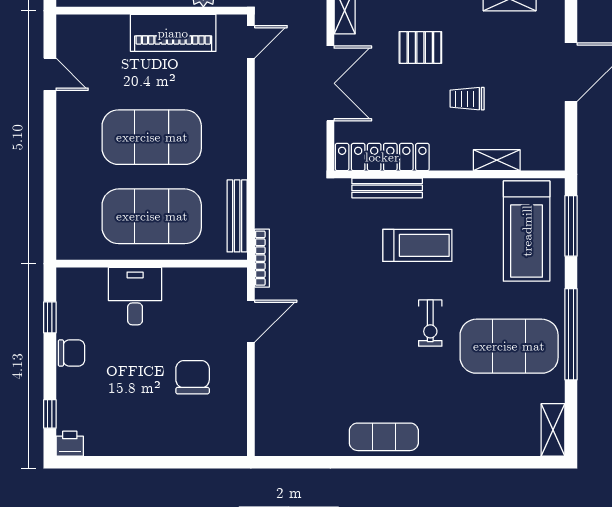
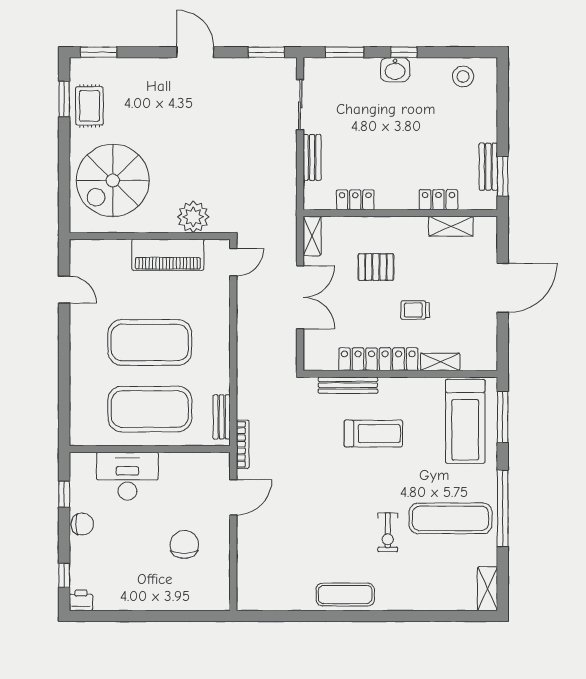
locker: (382, 157) -> (378, 359), moved
bench: (237, 216) -> (222, 417), width x0.73
desk: (135, 296) -> (127, 476), width x1.37
exercise bike: (430, 323) -> (388, 532), moved
exercise mat: (509, 346) -> (451, 518), width x0.68

